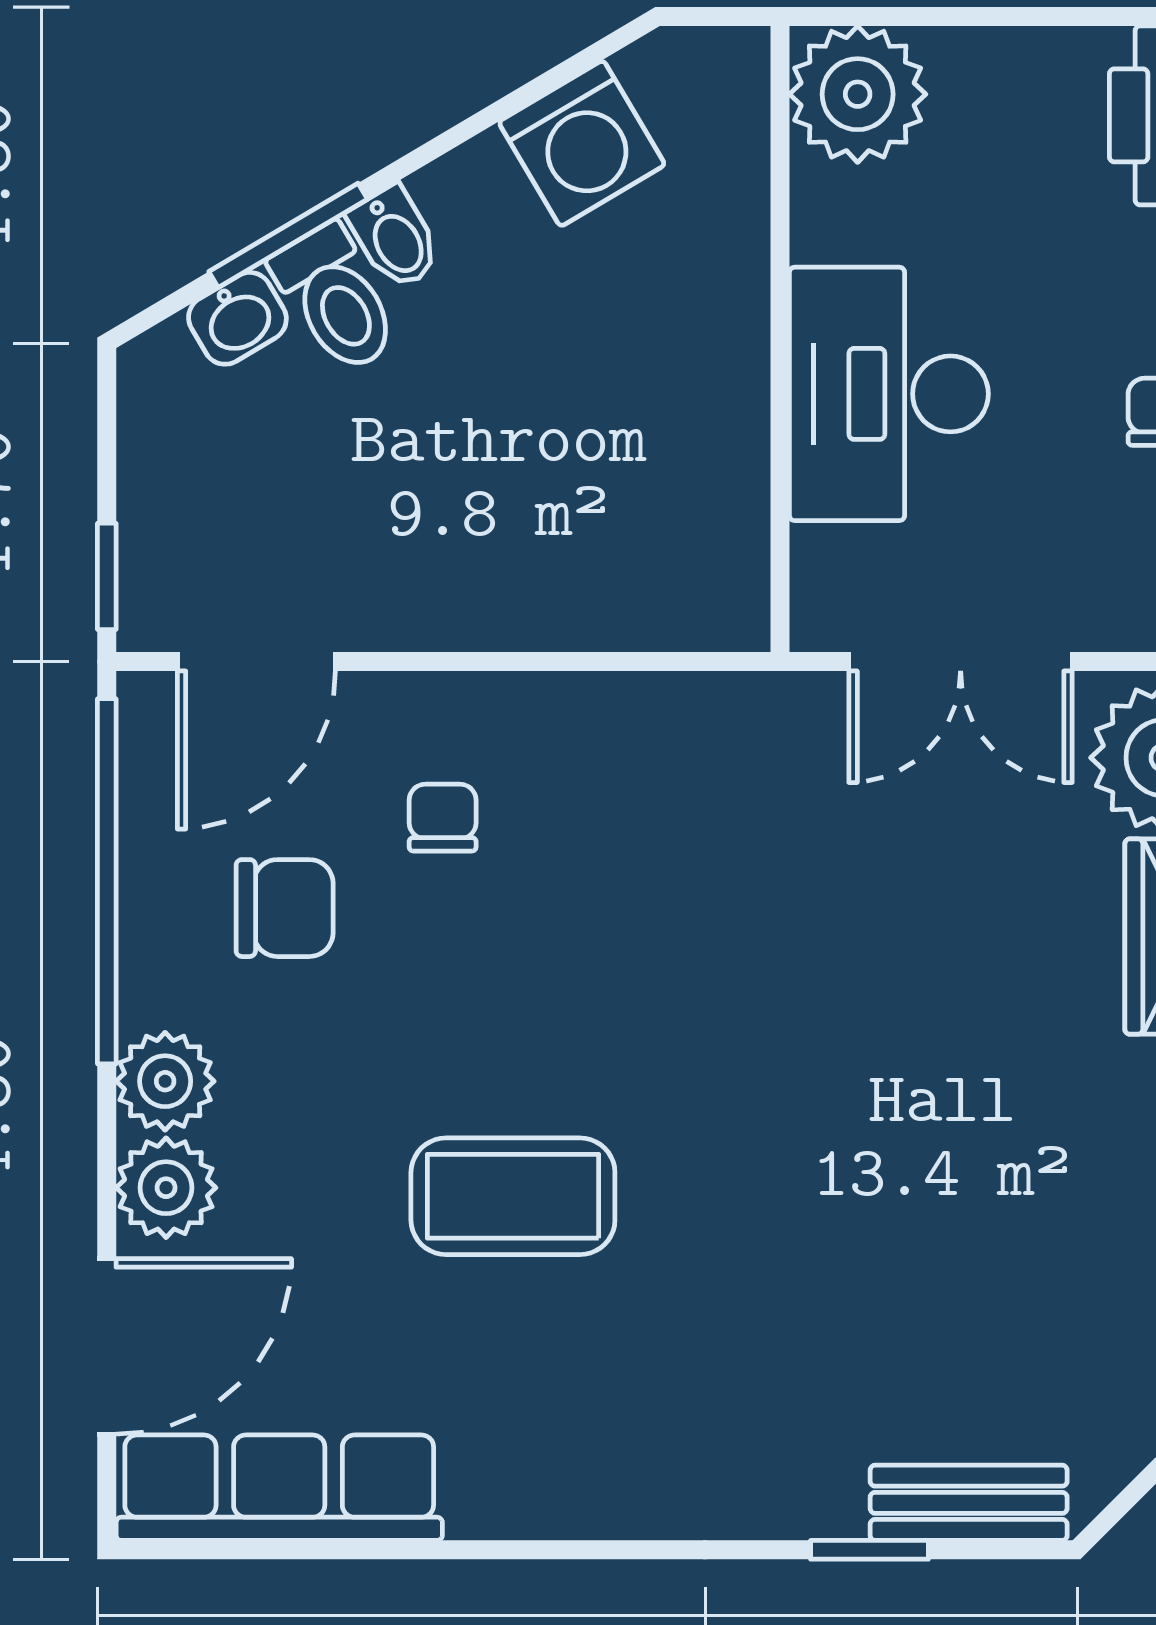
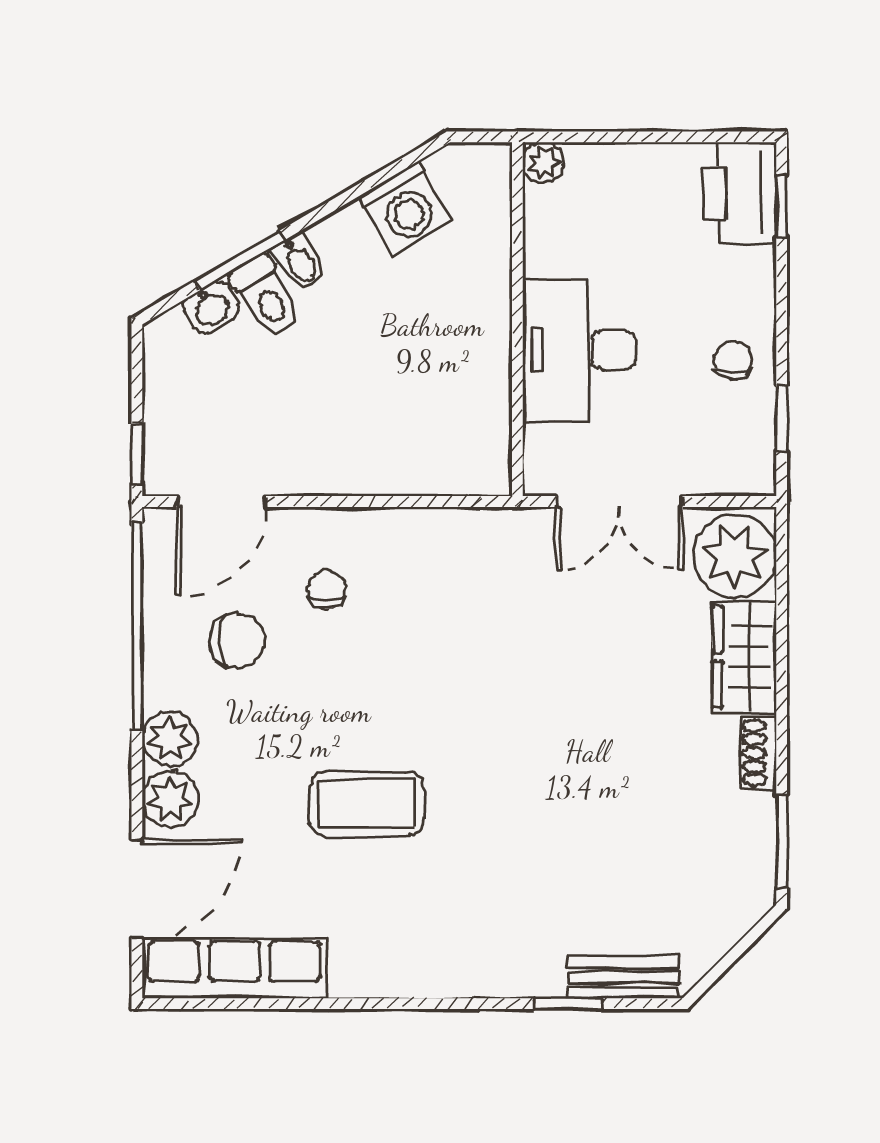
plant: (858, 94) -> (543, 163), width x0.53, depth x0.53

